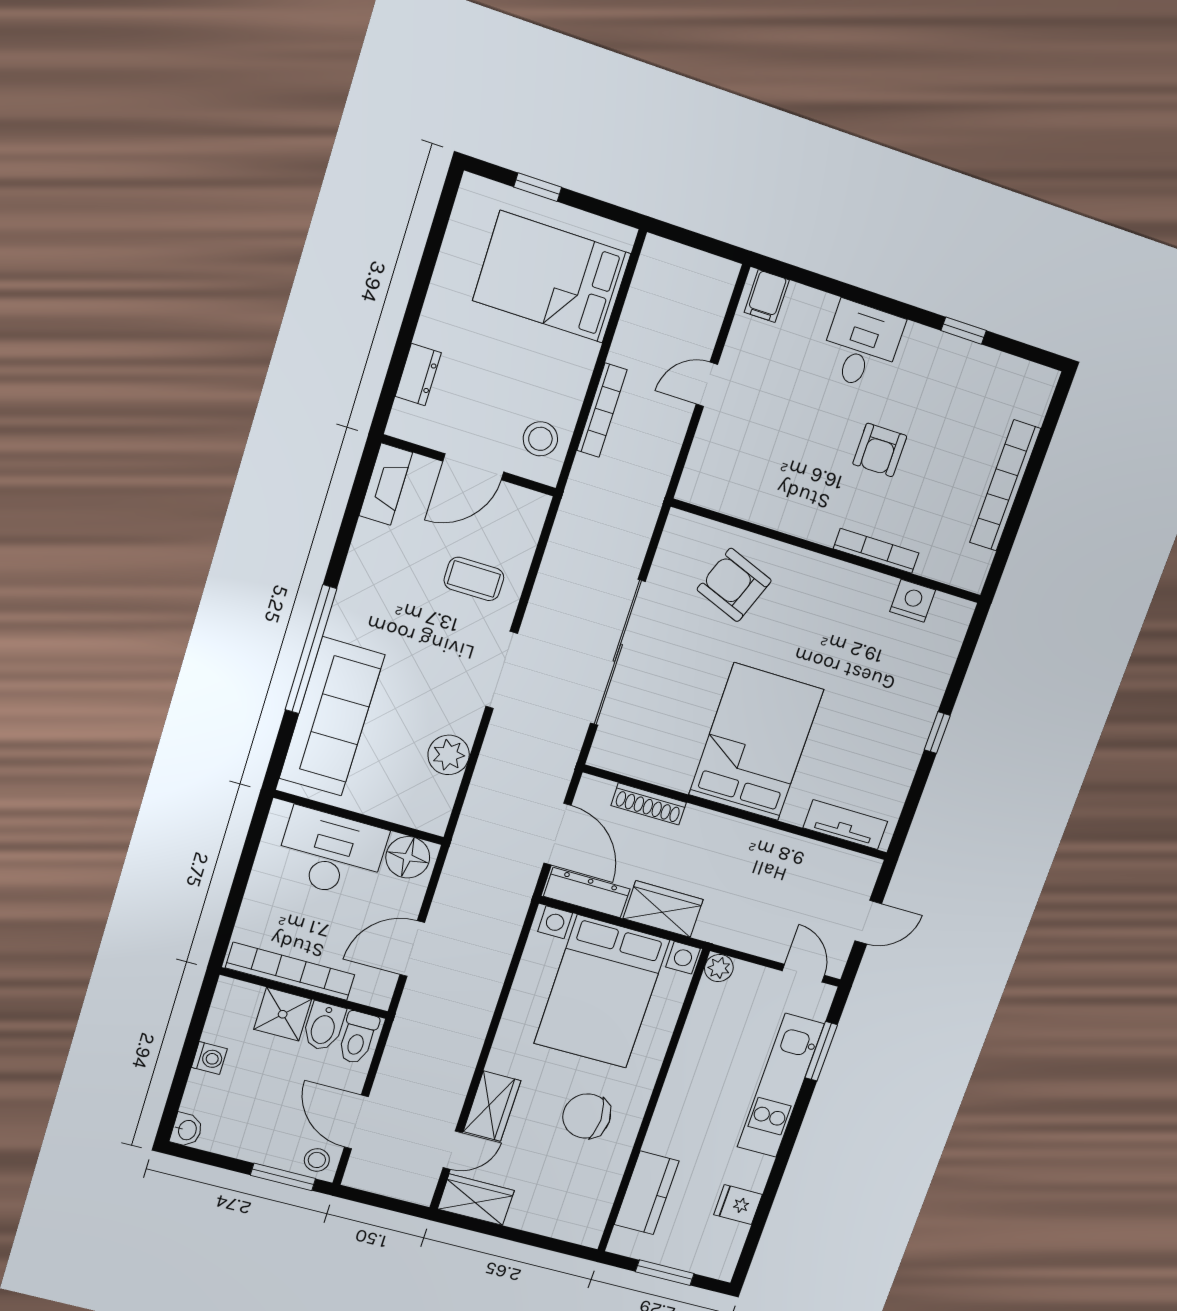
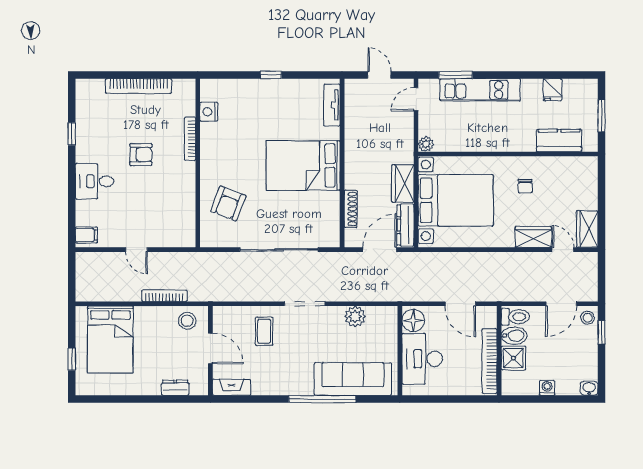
chair: (587, 1116) -> (525, 186), width x0.54, depth x0.54
window: (283, 1177) -> (602, 332), width x0.67

